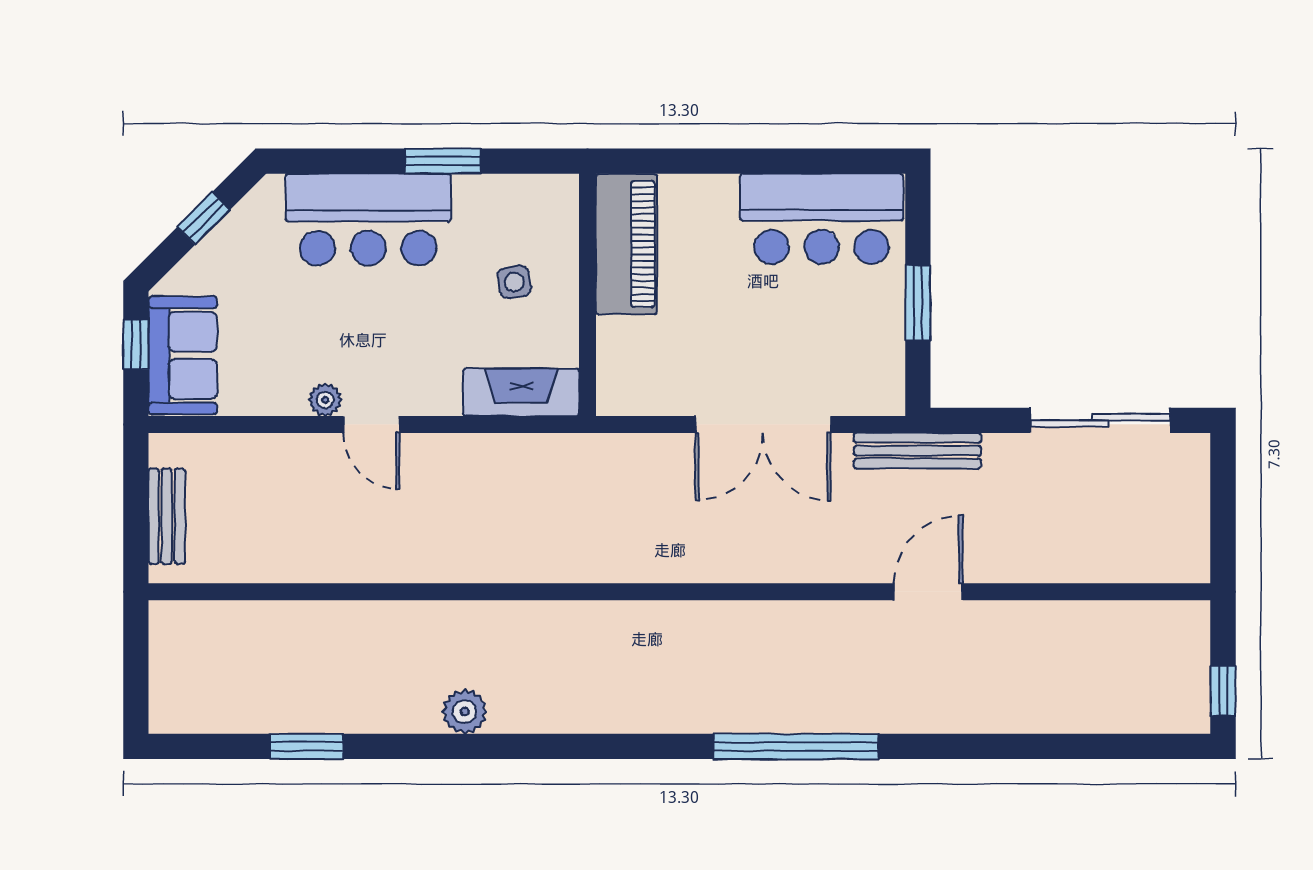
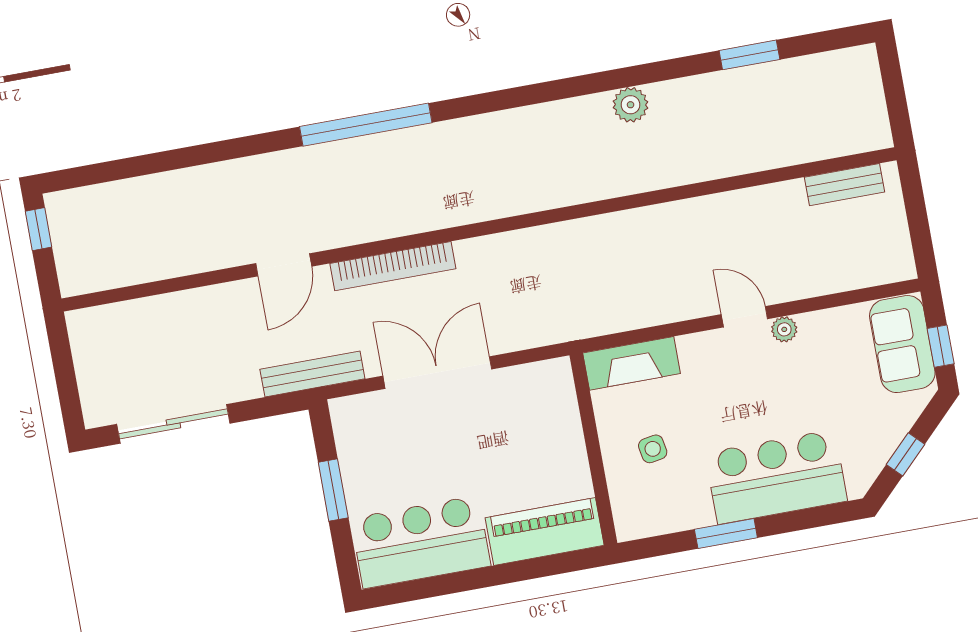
piano: (626, 244) -> (545, 532), moved, turned 90
bench: (167, 516) -> (844, 185), moved, turned 90
bookcase: (794, 566) -> (393, 266), added

